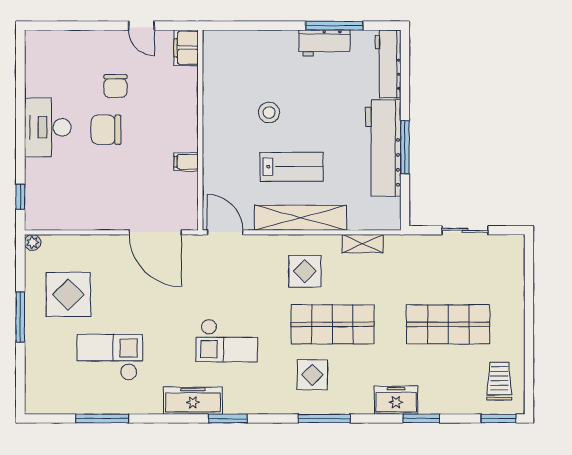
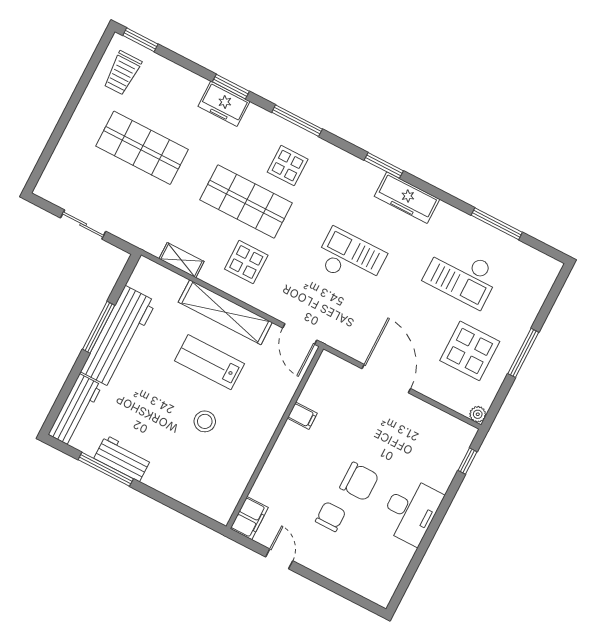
door: (155, 232) -> (386, 379), moved
checkout: (227, 341) -> (351, 259), moved
window: (421, 418) -> (231, 87), moved

